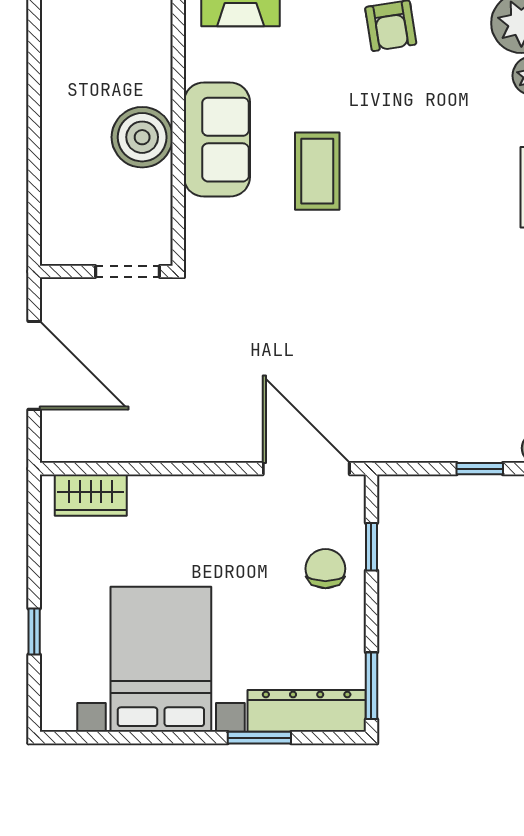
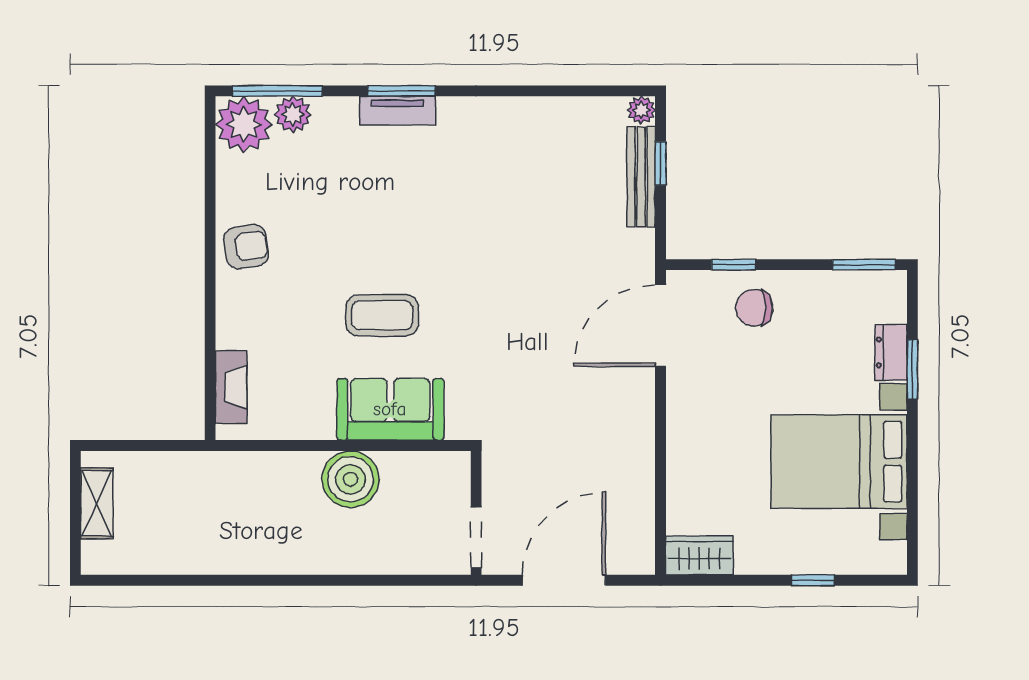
sofa: (217, 140) -> (390, 409), moved
doorway: (128, 271) -> (476, 537), moved
bench: (465, 448) -> (641, 177), added
wardrobe: (91, 495) -> (699, 555), moved, turned -90
dresser: (307, 711) -> (891, 352), width x0.51, depth x0.80

